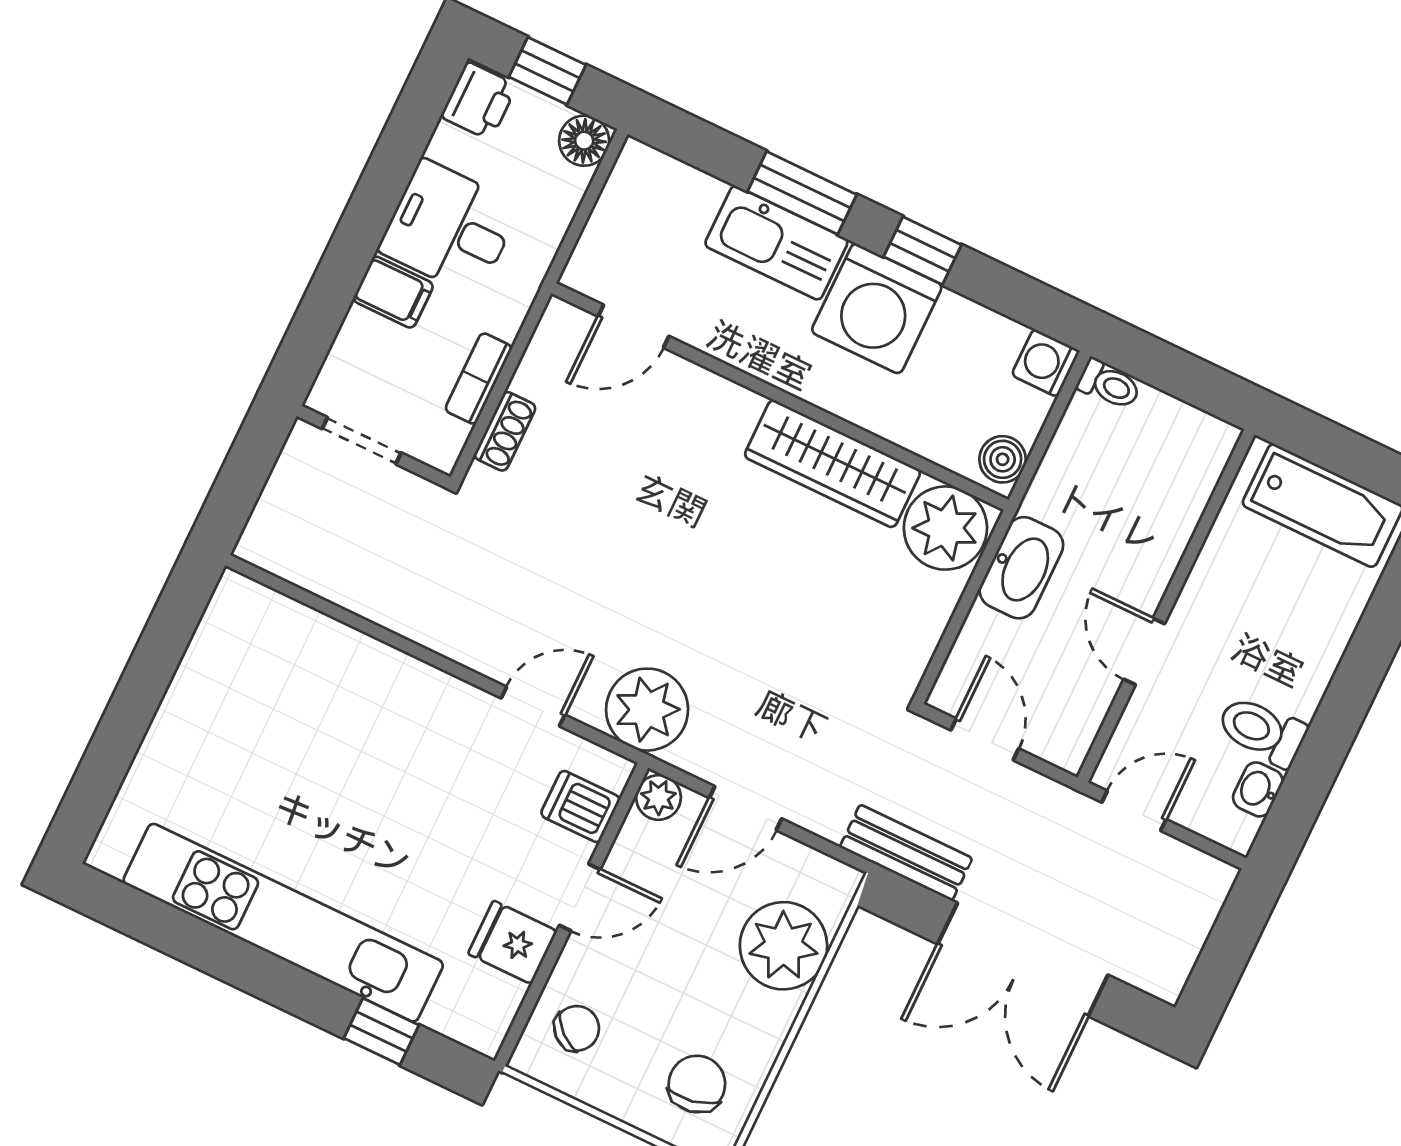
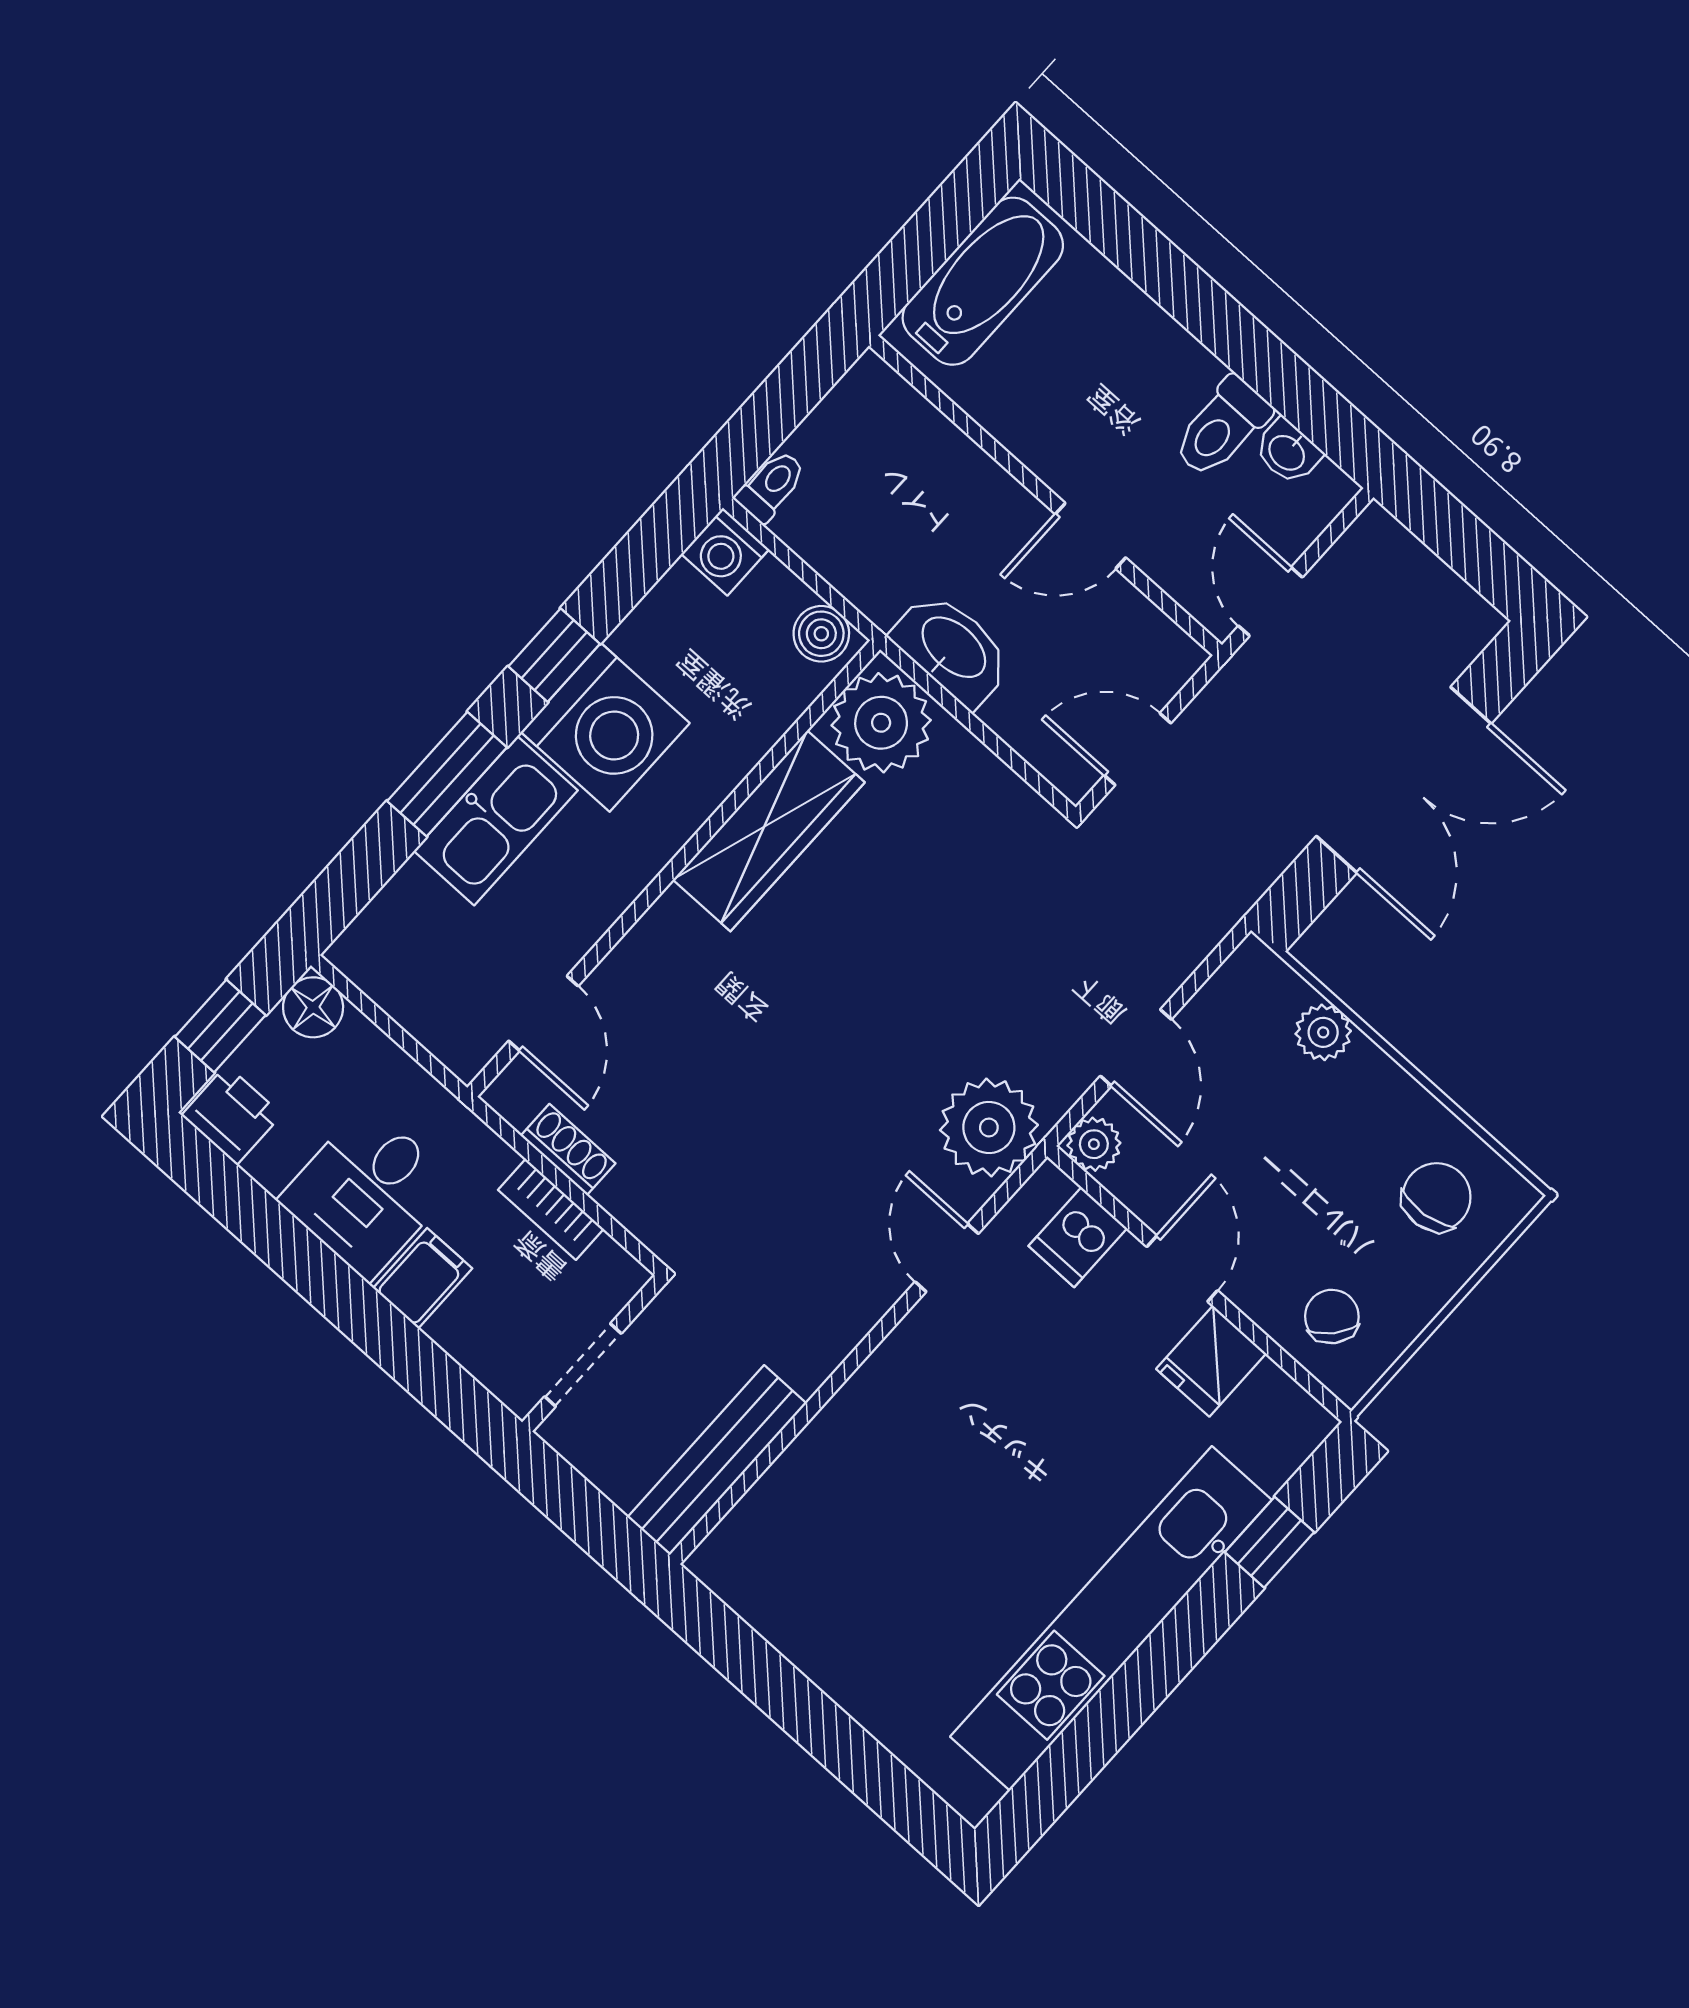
shoe rack: (505, 431) -> (568, 1150), moved
bench: (906, 853) -> (717, 1460), moved, width x1.36
plant: (783, 946) -> (1323, 1032), width x0.53, depth x0.53
chair: (697, 1084) -> (1437, 1197), turned 95

